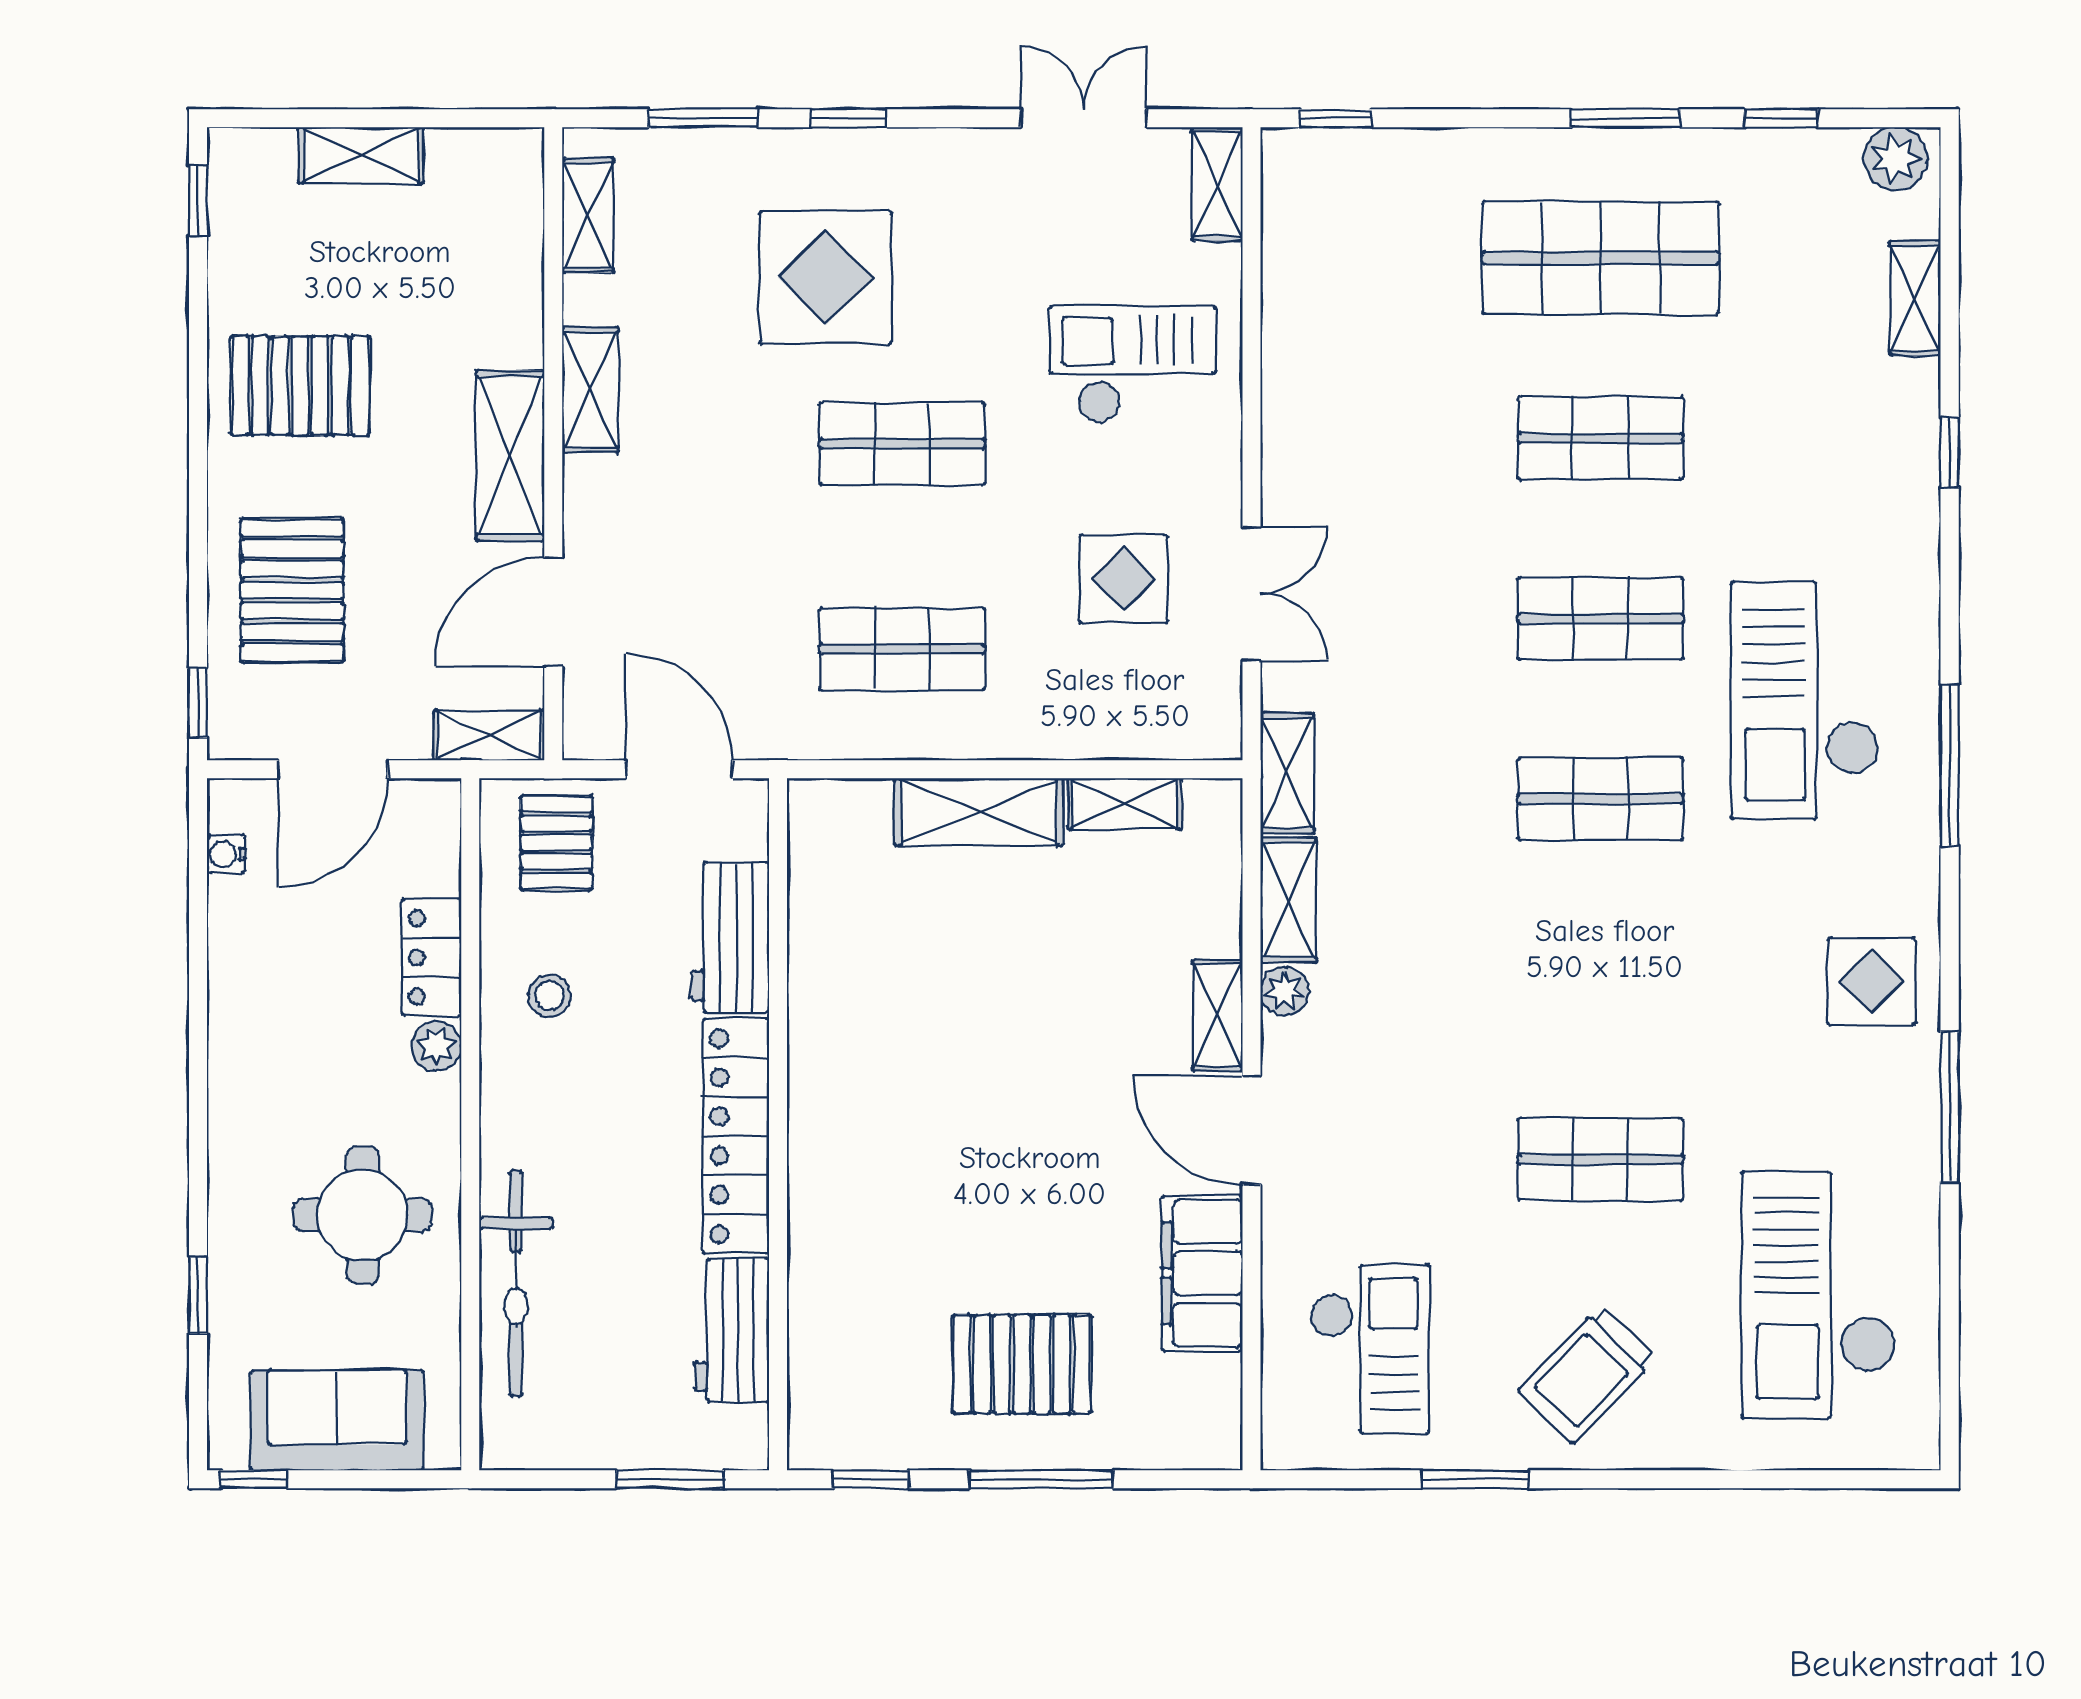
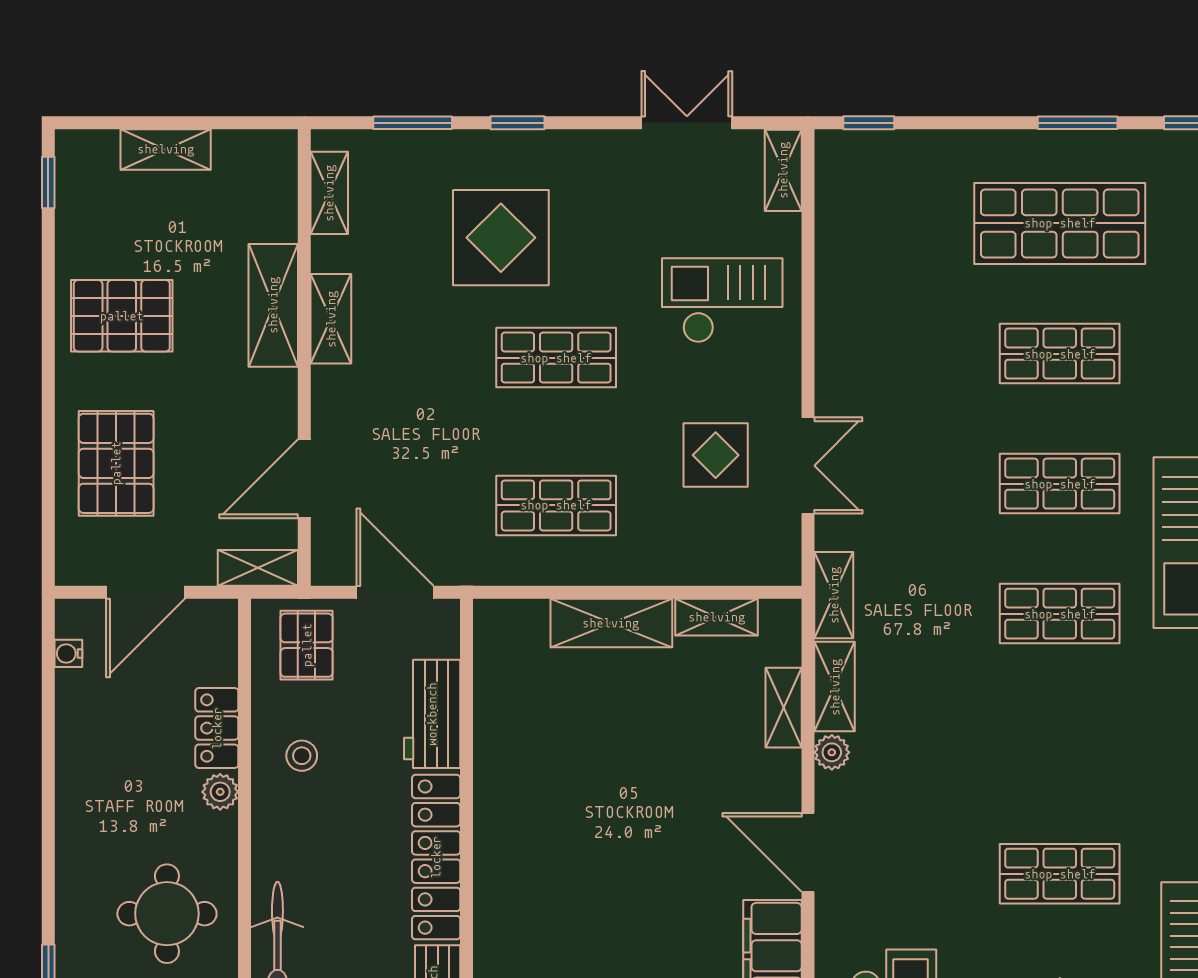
shelving: (510, 456) -> (273, 305), moved
window: (198, 703) -> (48, 544), removed
shelving: (1218, 1015) -> (784, 708), moved

